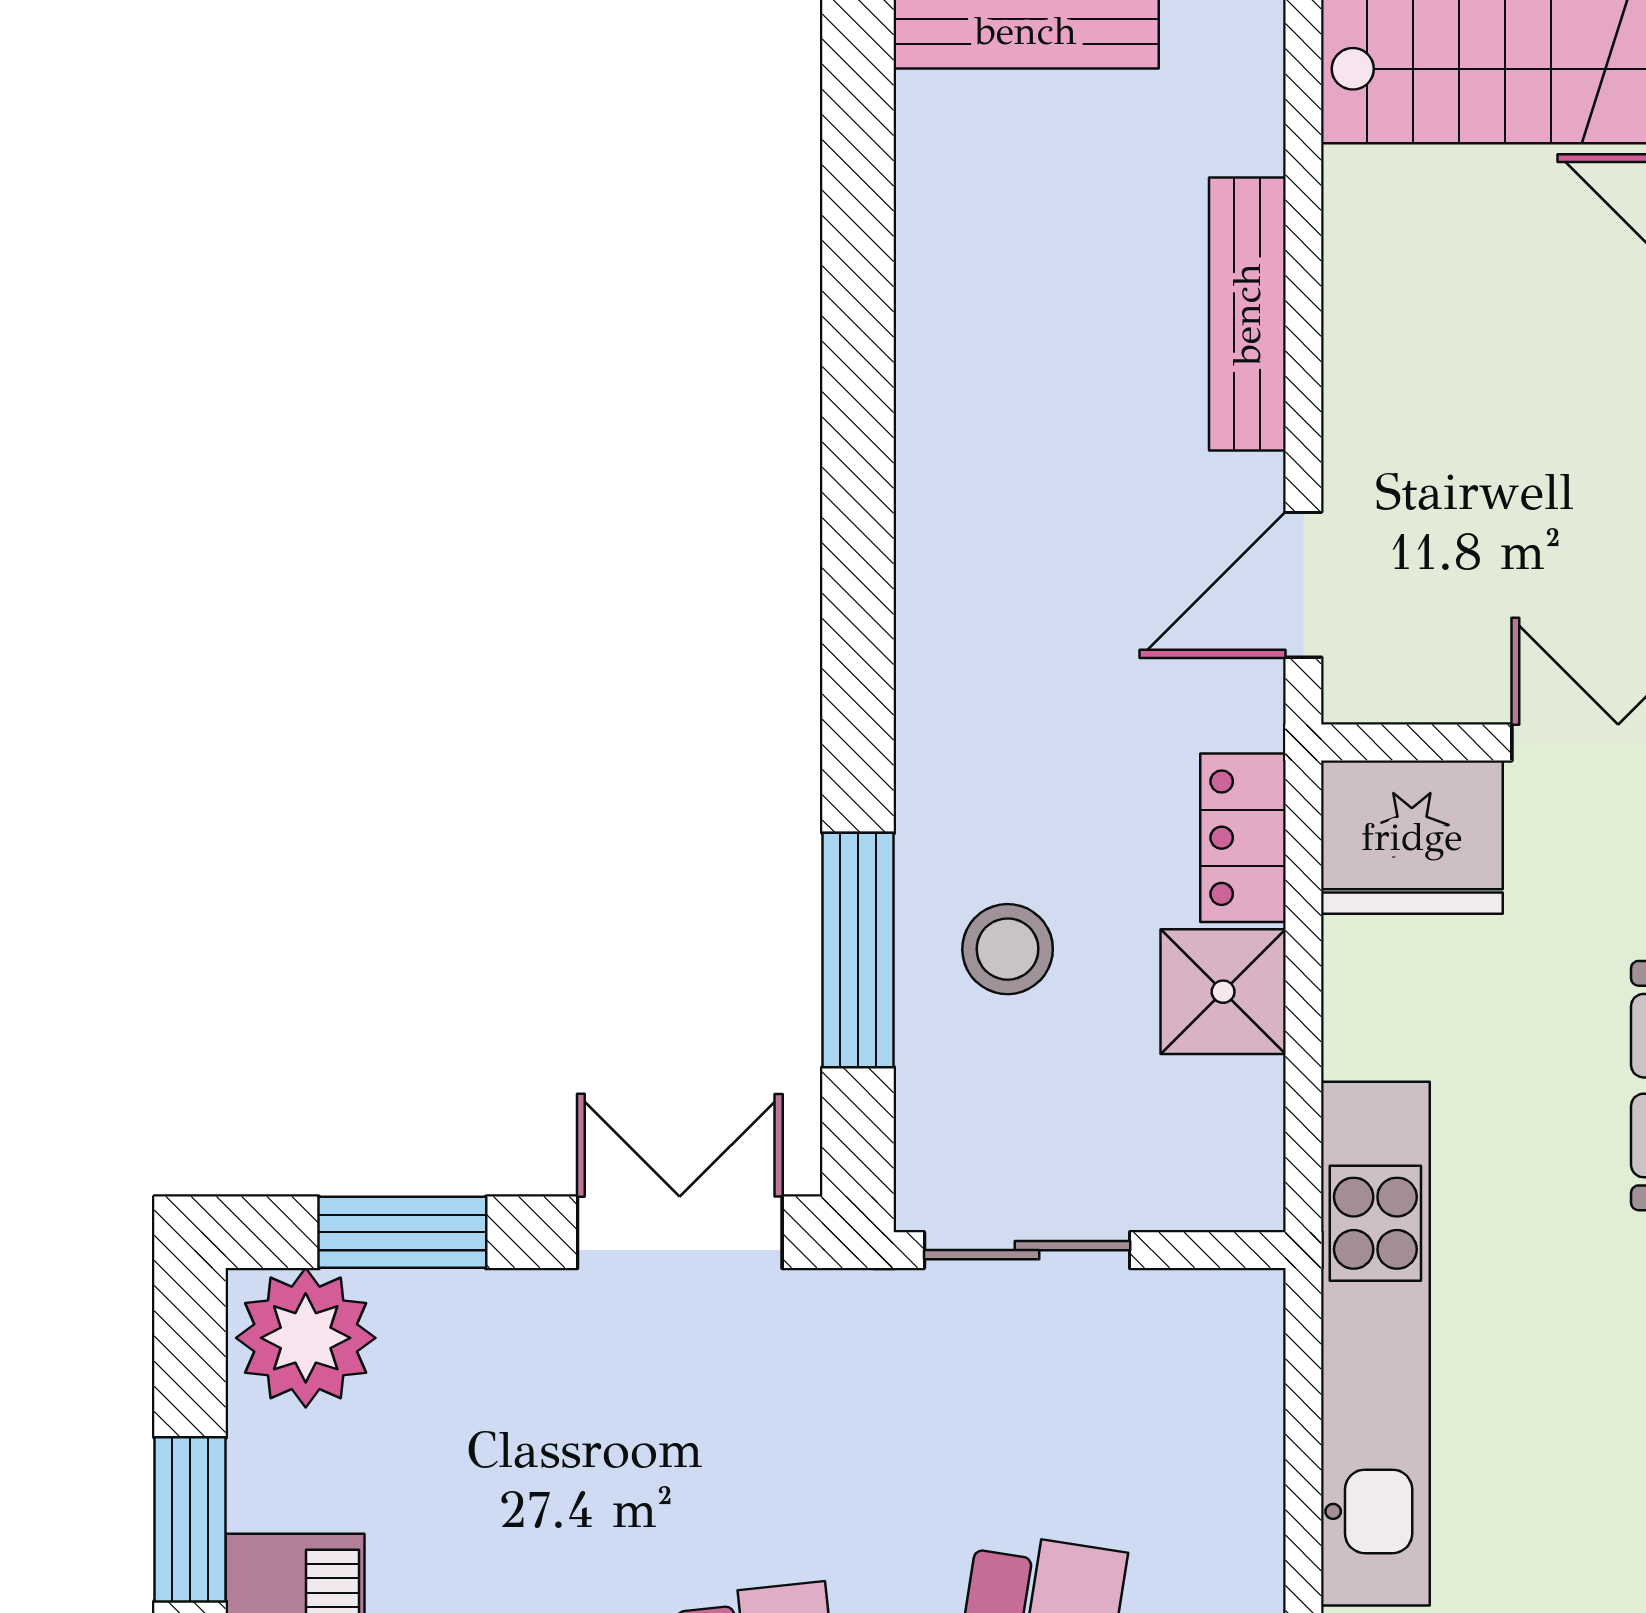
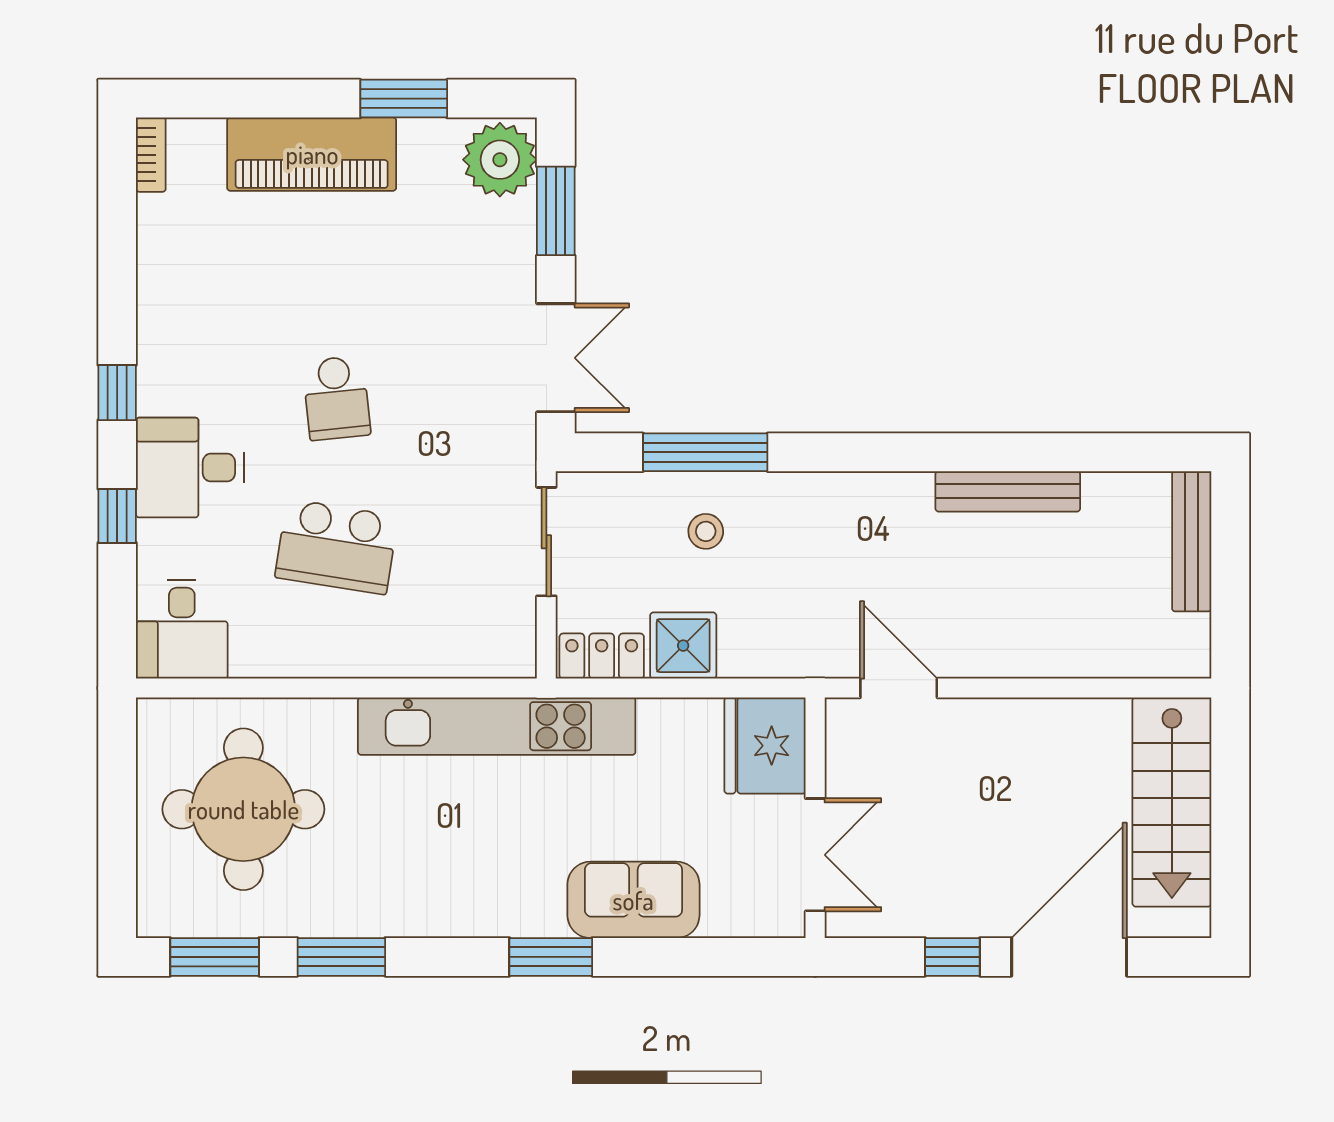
bench: (1247, 314) -> (1008, 491), moved
locker: (1243, 838) -> (602, 656), moved
stool: (1008, 949) -> (706, 531), width x0.73, depth x0.73

